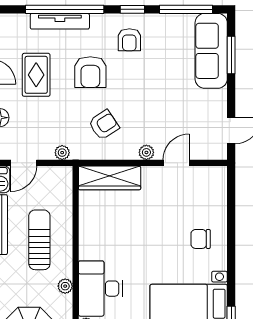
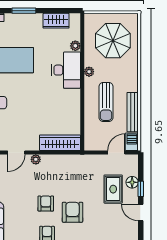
rug: (36, 75) -> (113, 189), moved
armchair: (104, 125) -> (46, 204), moved, turned 123
plant: (62, 153) -> (91, 159), removed

